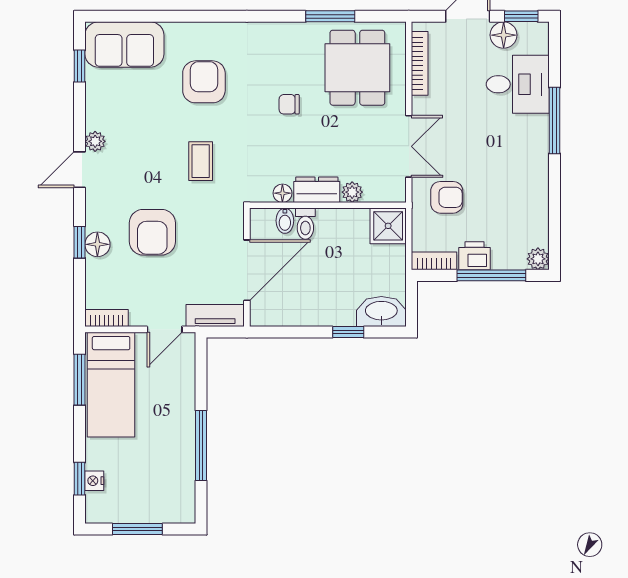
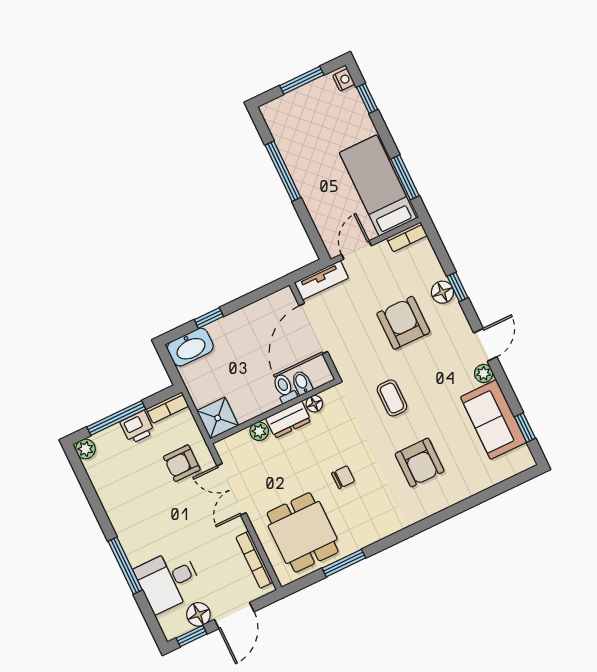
sofa: (124, 45) -> (493, 420), moved, turned -90
nightstand: (94, 481) -> (344, 80), moved

